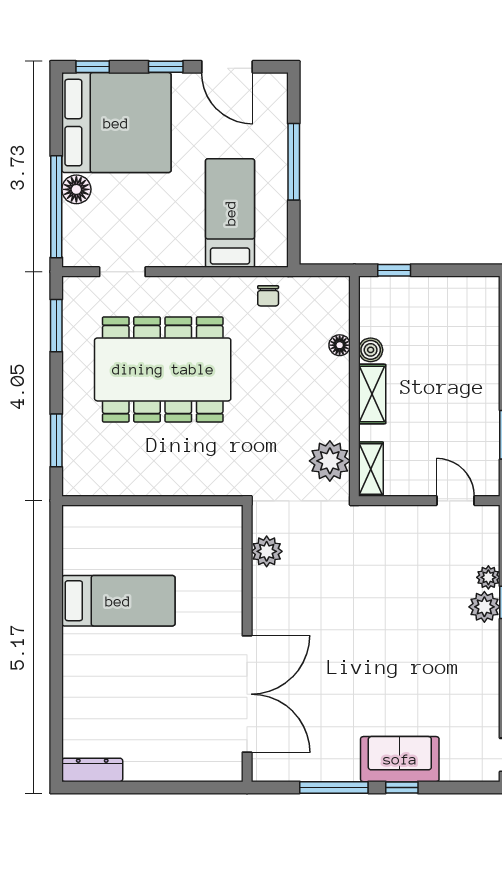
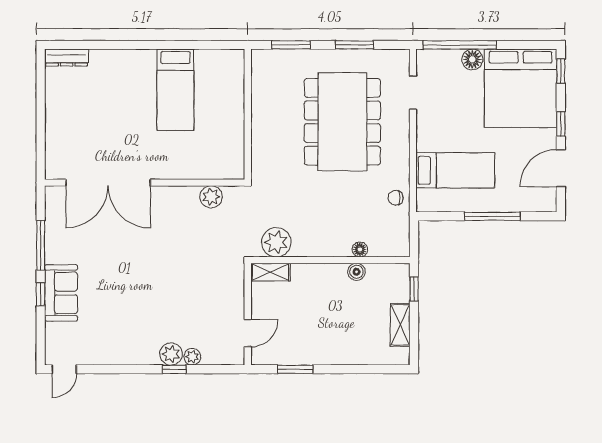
window: (56, 326) -> (355, 45), moved
shelving: (372, 394) -> (400, 325), moved, turned 90
dresser: (92, 770) -> (67, 58), moved, turned 90

